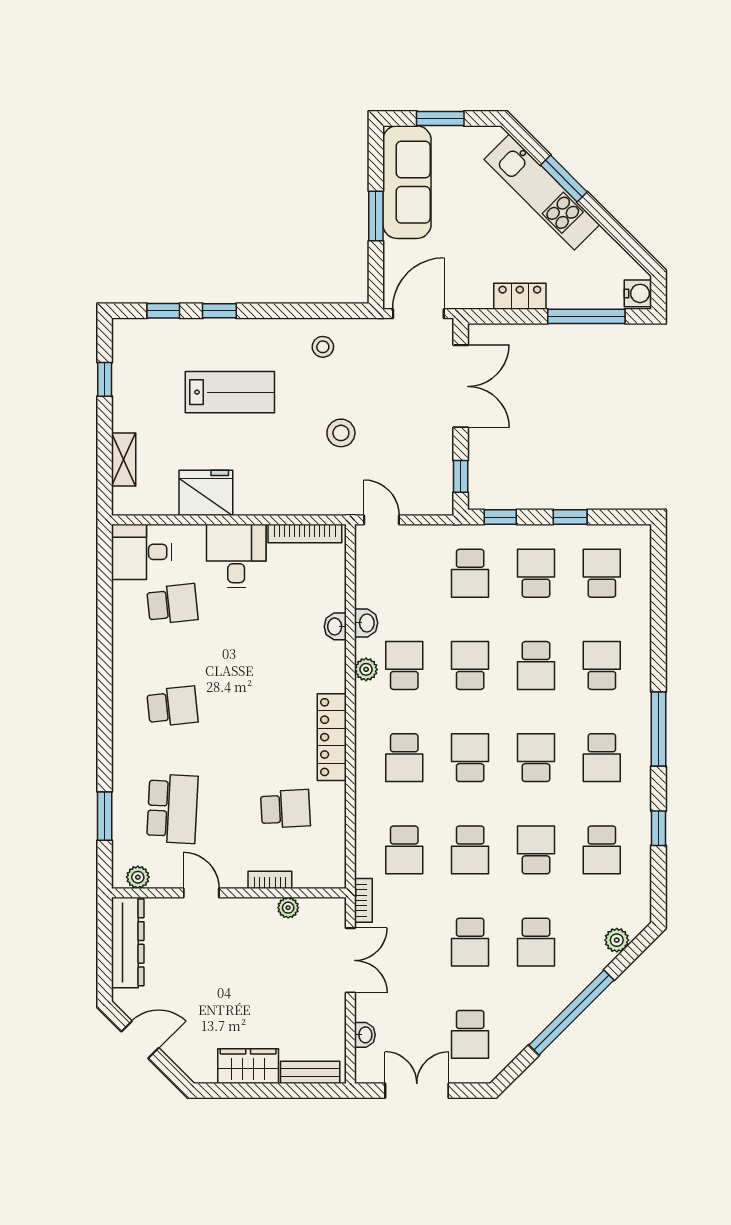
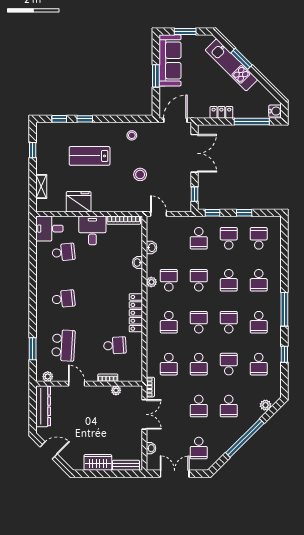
lab bench: (230, 392) -> (90, 156), turned 180
washbasin: (366, 623) -> (152, 247), moved
school desk: (602, 665) -> (259, 280), turned 180

